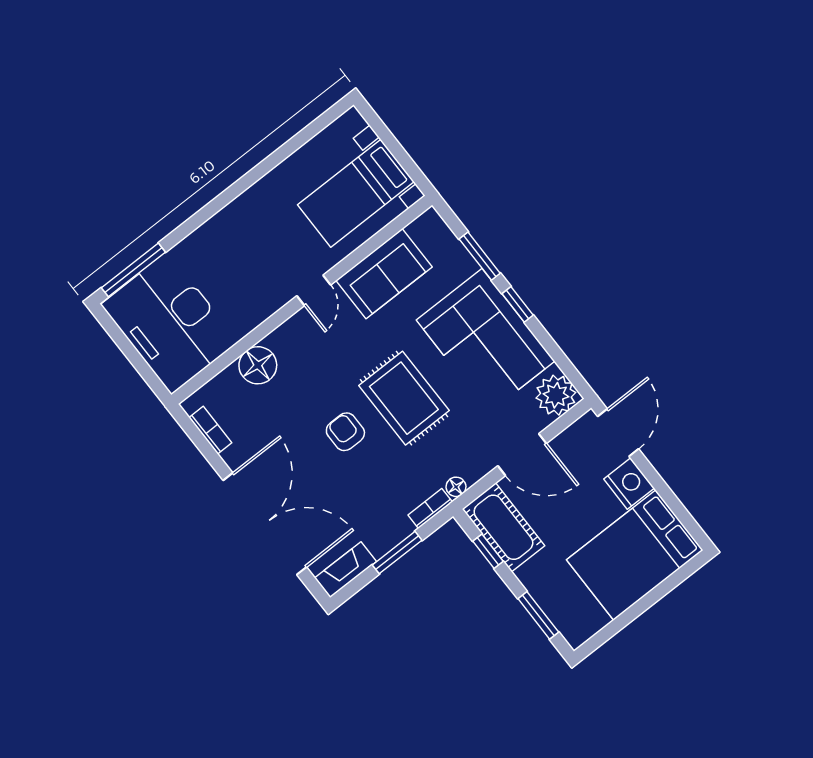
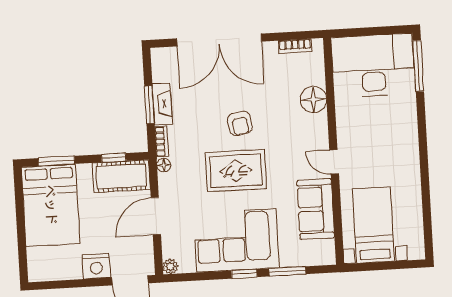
plant: (556, 395) -> (170, 266), width x0.53, depth x0.53
armchair: (345, 432) -> (240, 123), turned 80
bed: (635, 555) -> (51, 205), moved, turned 180
fireplace: (346, 570) -> (162, 104), moved

